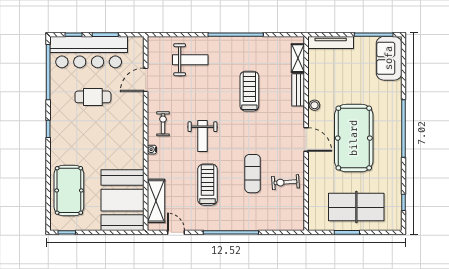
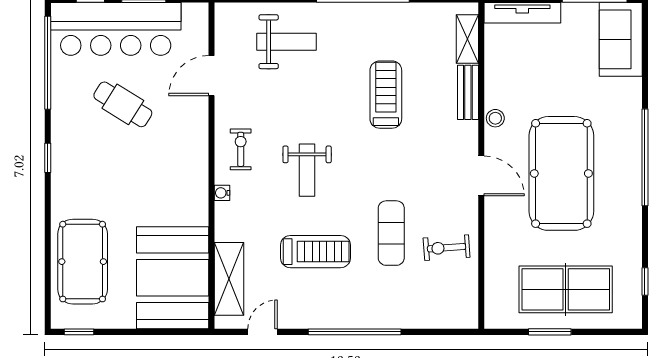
cafe table: (93, 97) -> (123, 104), turned 32
treadmill: (208, 185) -> (316, 252), turned 90
door: (176, 232) -> (263, 332), hinge flipped

